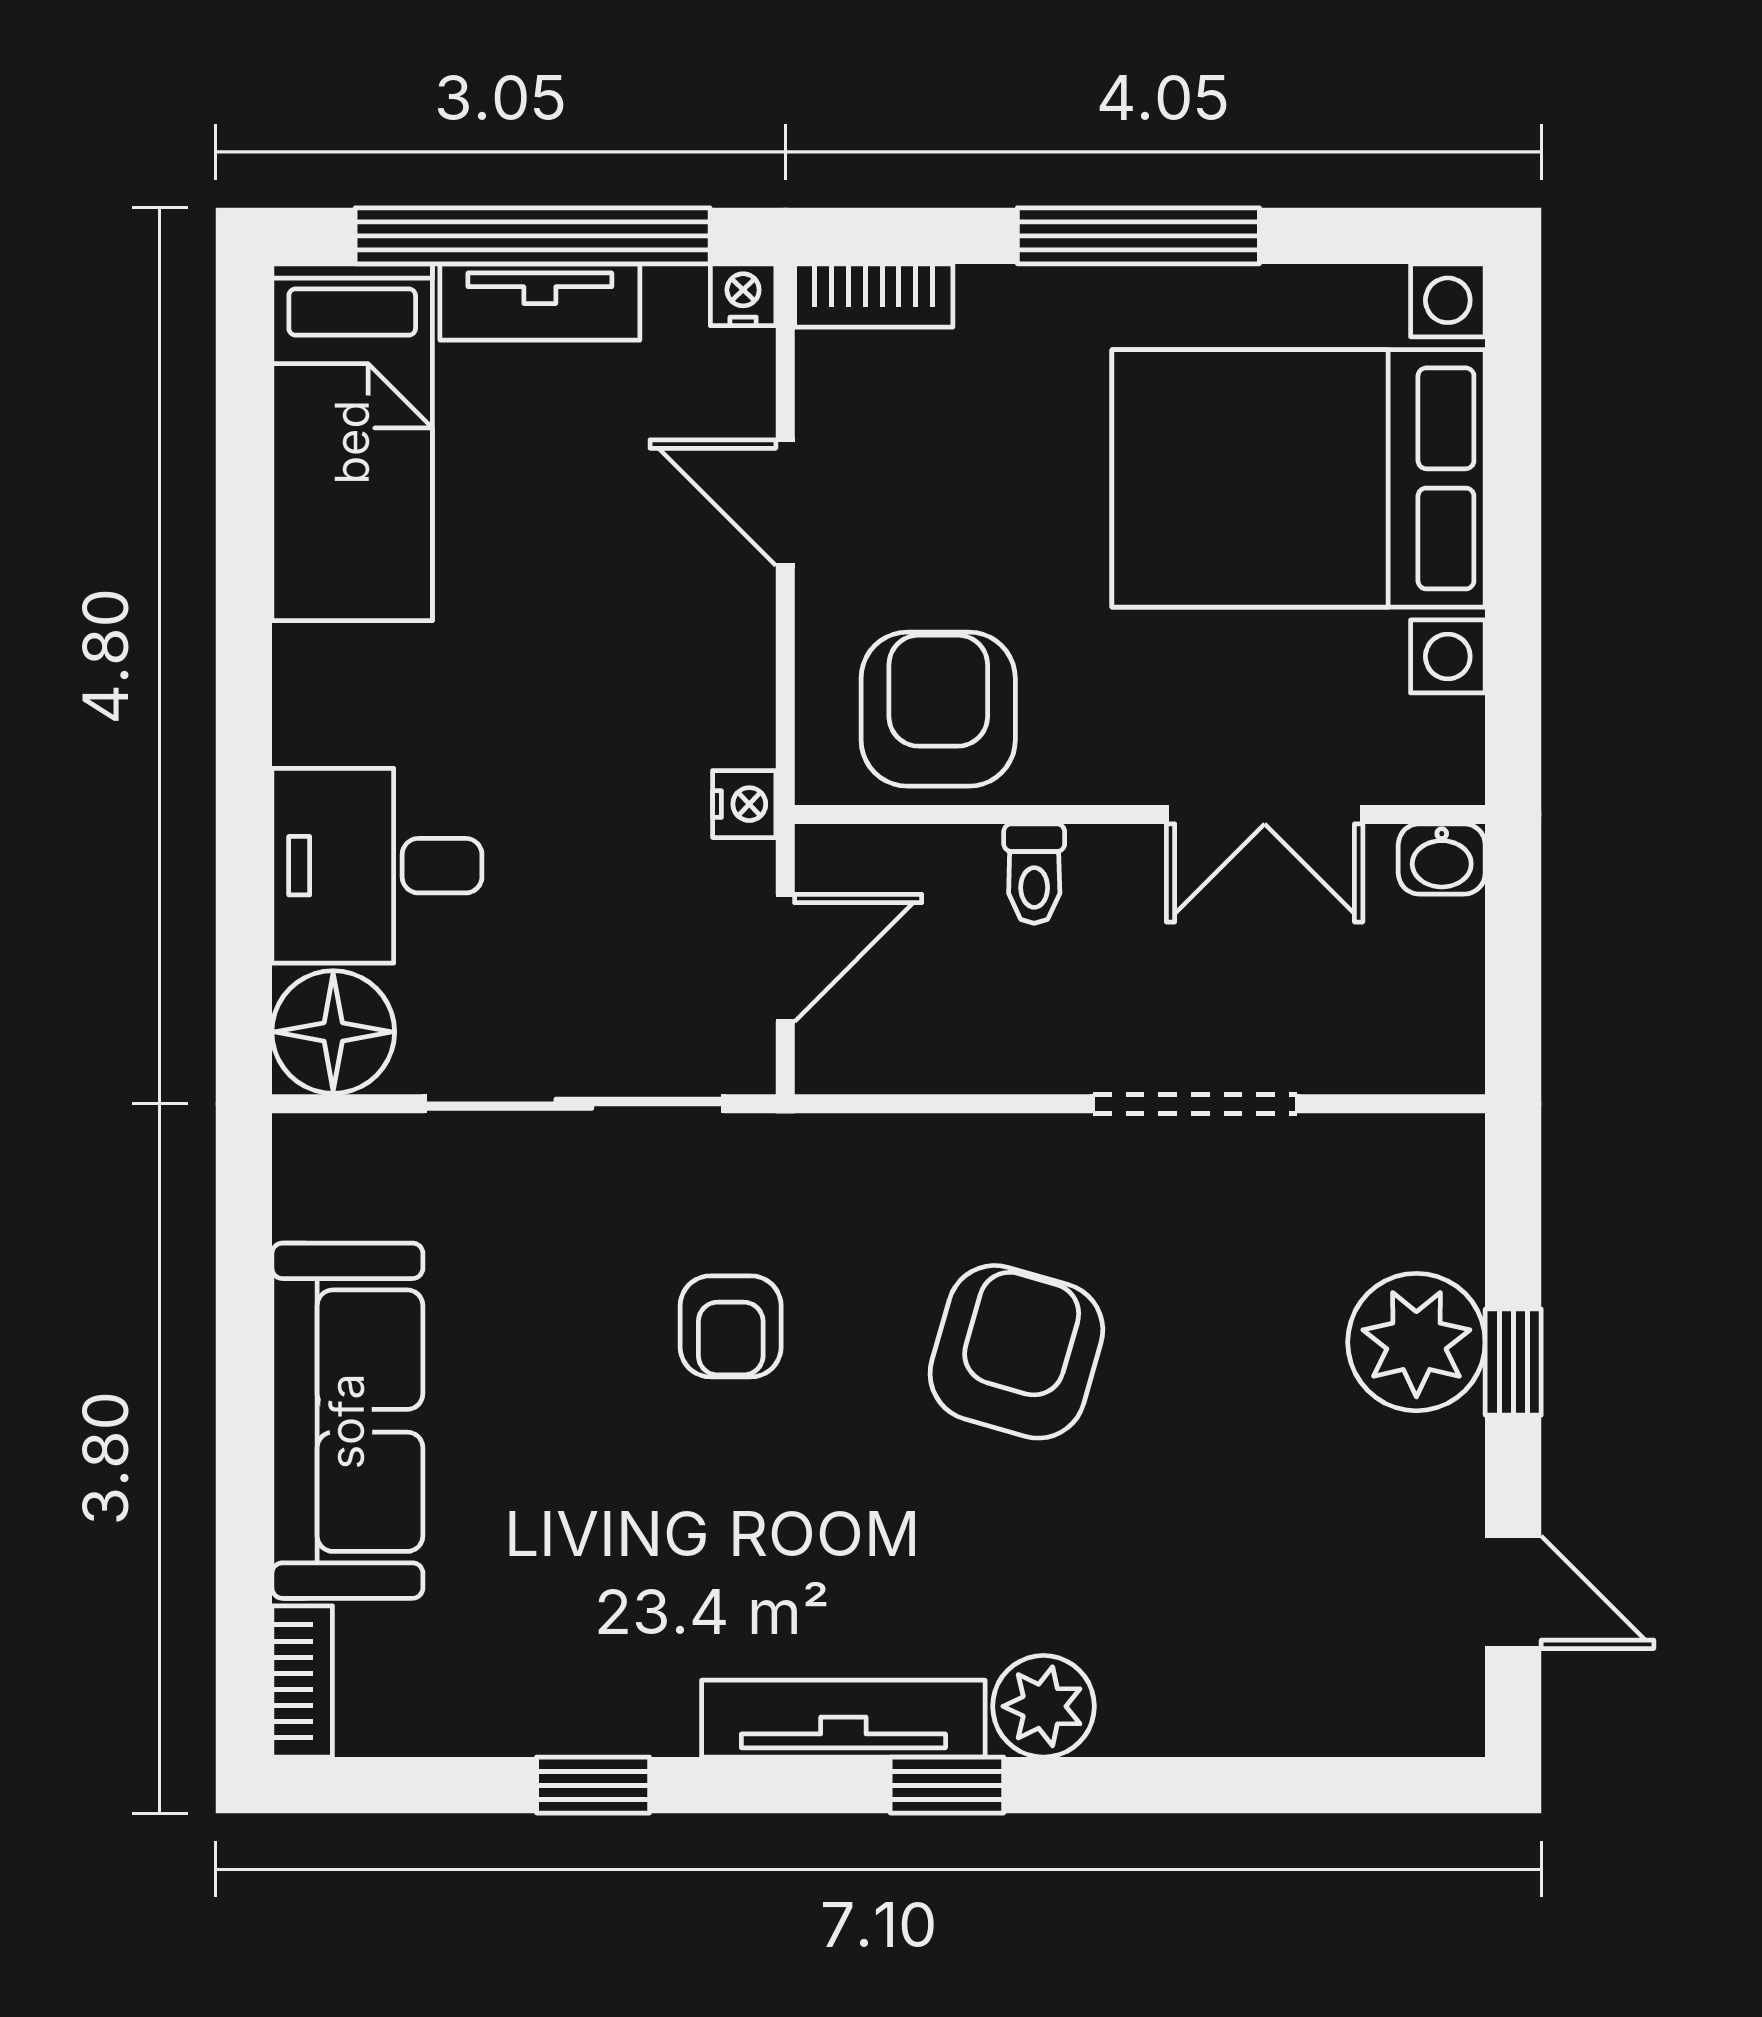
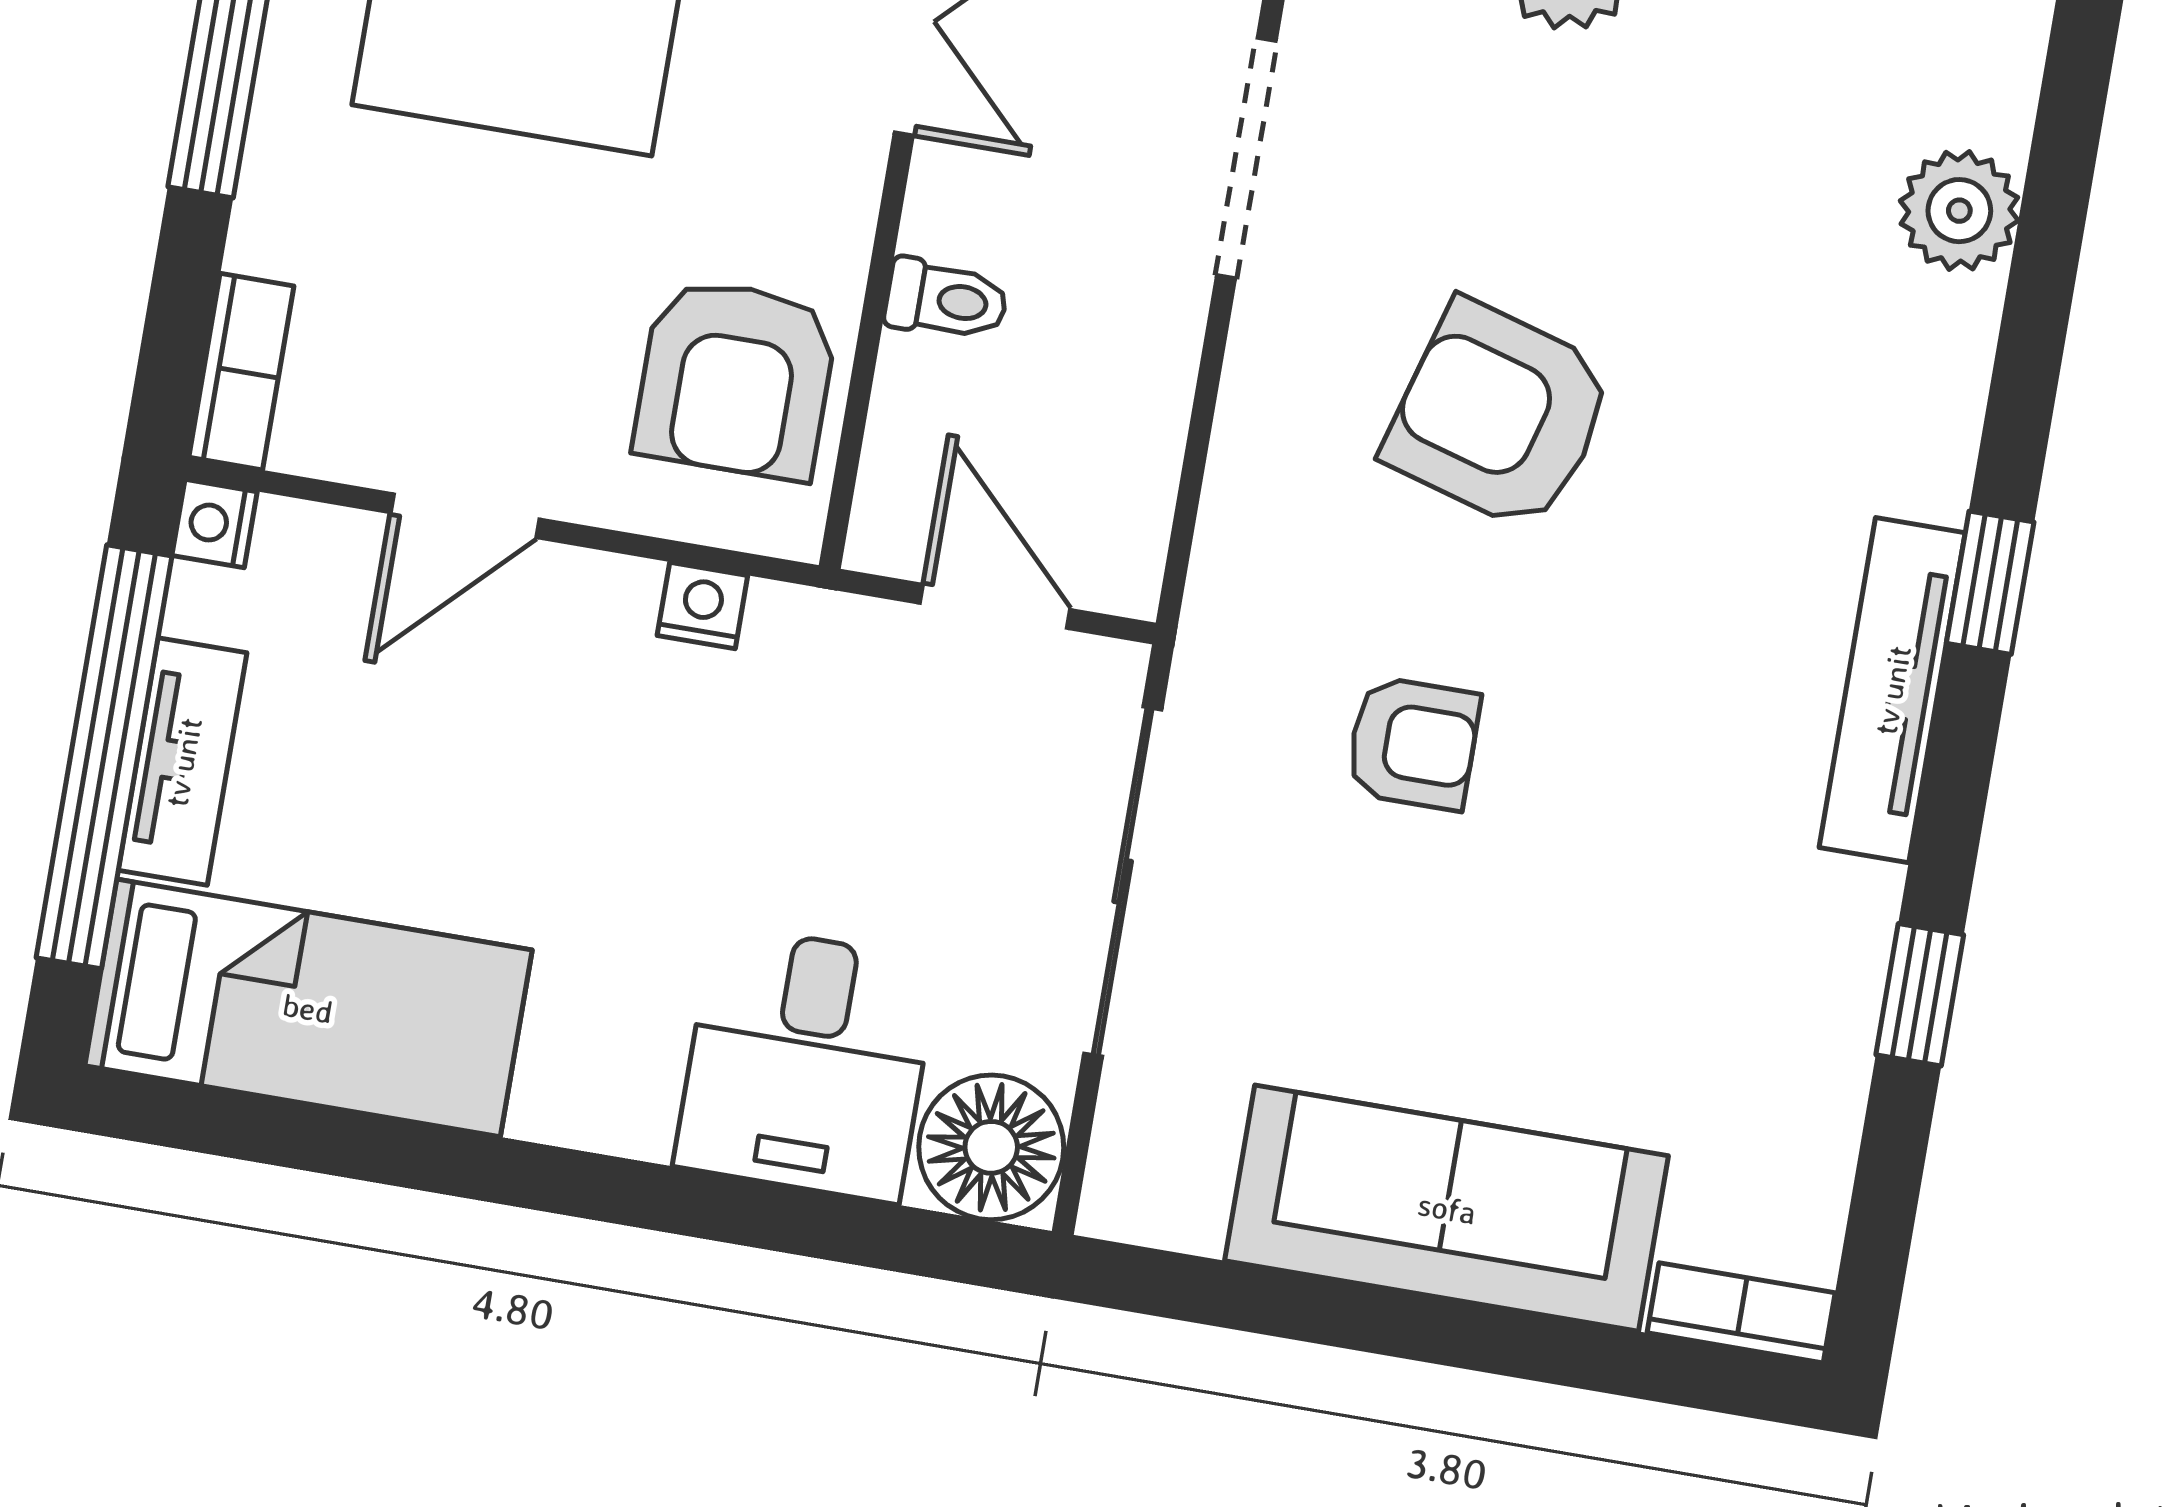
armchair: (938, 709) -> (736, 379), turned -90
nightstand: (744, 804) -> (702, 606), moved
plant: (1043, 1706) -> (1959, 211), moved

